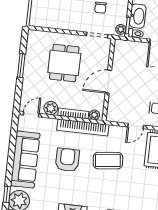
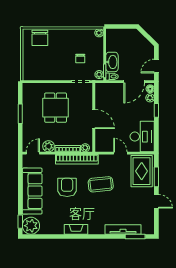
door: (108, 82) -> (94, 119), swing flipped
door: (136, 126) -> (120, 153), swing flipped

